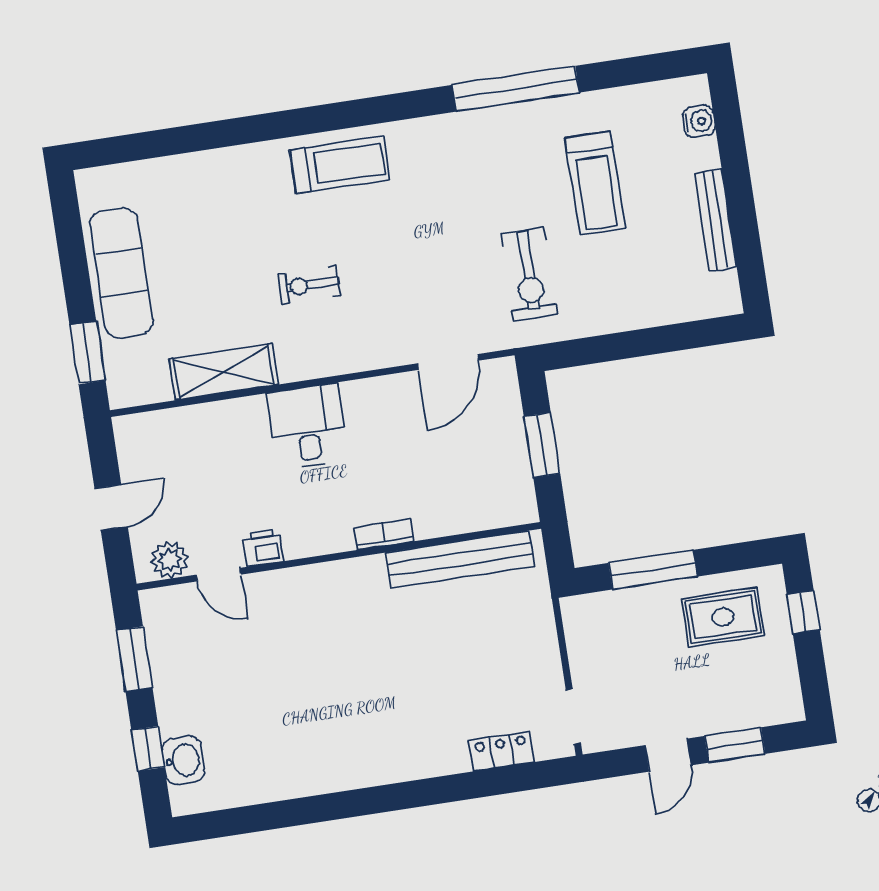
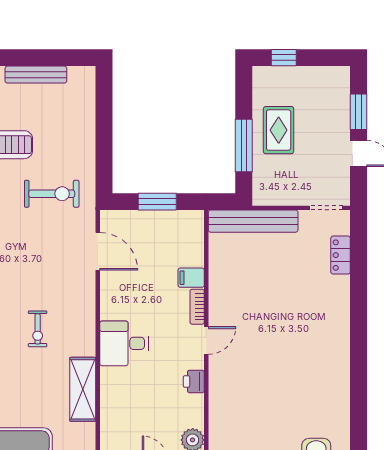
filing cabinet: (429, 518) -> (191, 278), added
bench: (460, 559) -> (253, 221), moved, turned 90
door: (219, 575) -> (206, 340), moved
rug: (723, 617) -> (279, 130), moved

